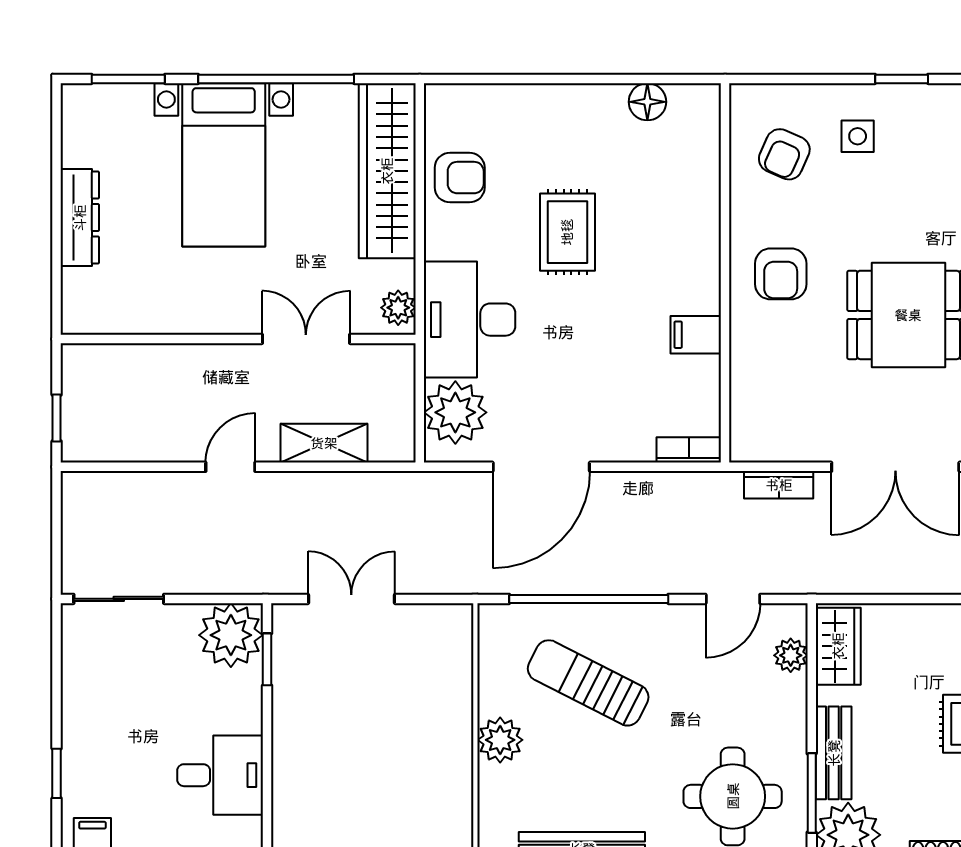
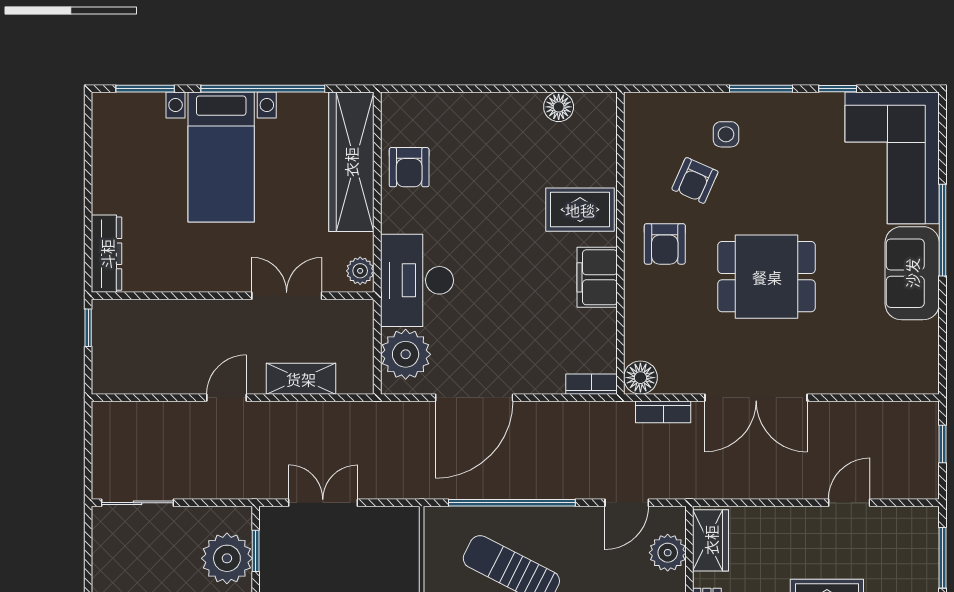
window: (902, 79) -> (761, 89), width x1.50
armchair: (784, 154) -> (695, 180), moved
armchair: (460, 178) -> (409, 167), turned 90
dresser: (80, 218) -> (107, 254), moved
rug: (567, 232) -> (580, 210), moved, turned 90
filing cabinet: (696, 335) -> (597, 277), width x2.00
window: (57, 418) -> (88, 328), moved
floor lamp: (750, 442) -> (640, 378), added
plant: (231, 635) -> (227, 558), moved
plant: (791, 655) -> (668, 553), width x1.38, depth x1.38

